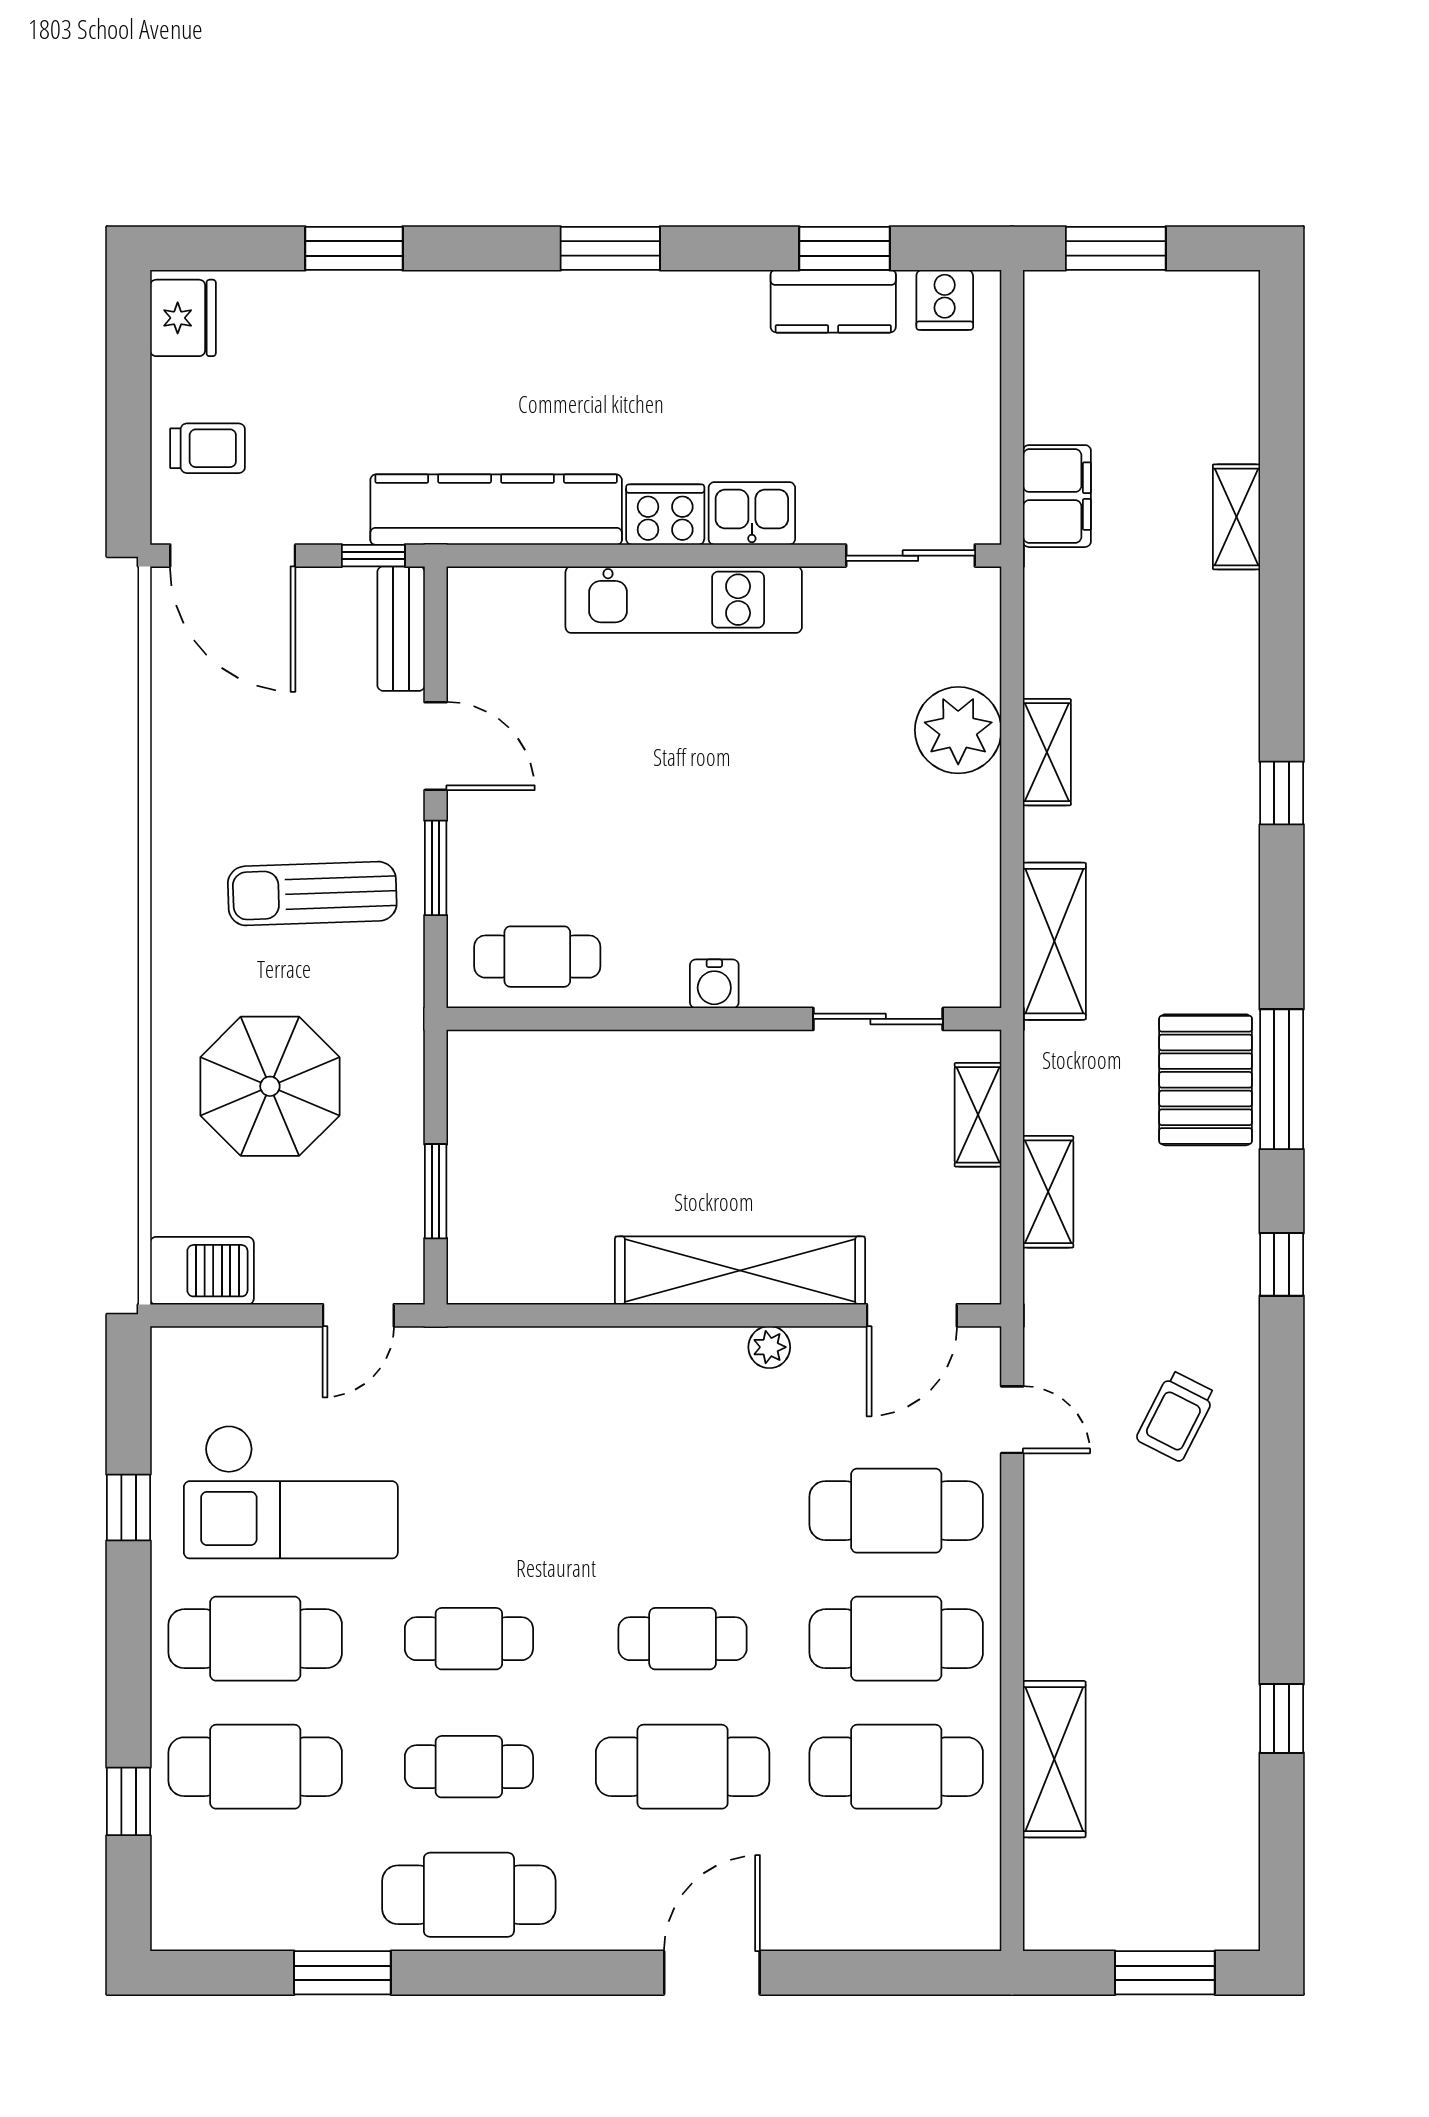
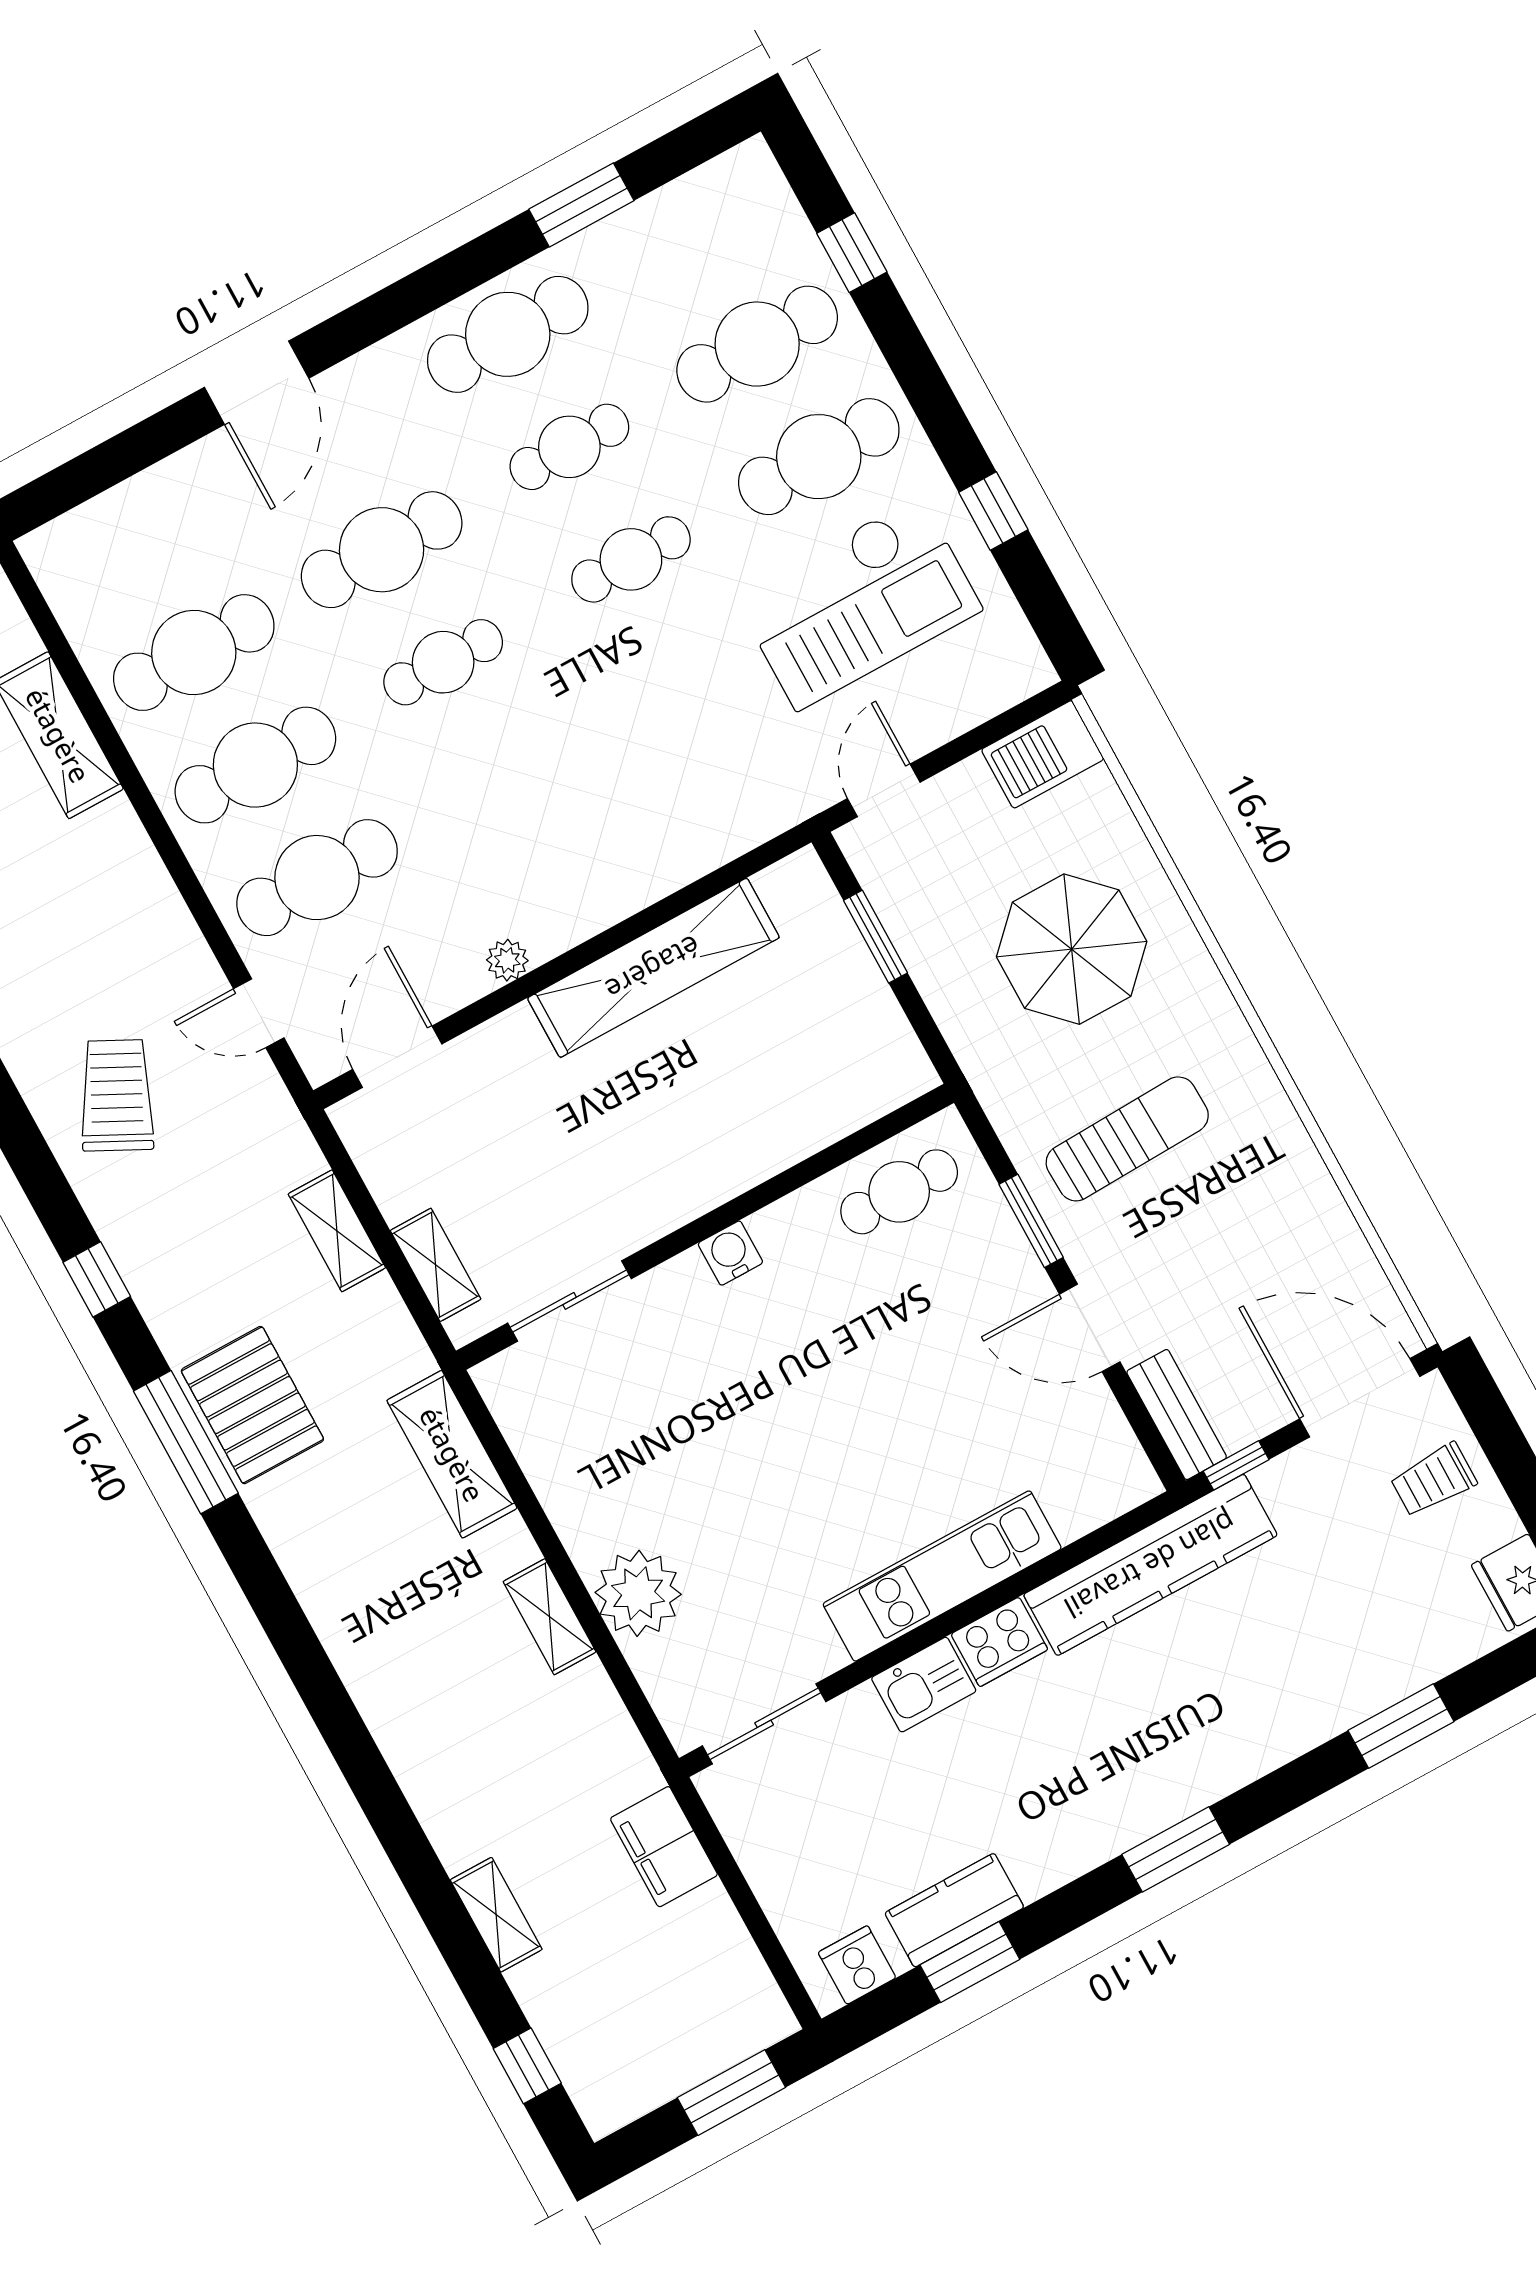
window: (1282, 793) -> (527, 2066), moved
shelving: (740, 1270) -> (653, 968), moved
trolley: (1176, 1416) -> (117, 1095), width x1.36, depth x1.39
checkout: (291, 1492) -> (858, 603), turned 180

